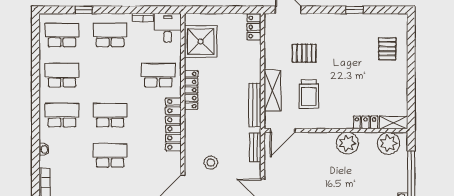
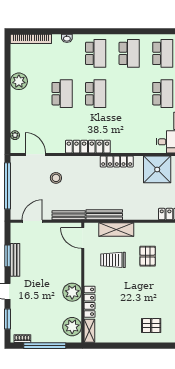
school desk: (158, 75) -> (129, 134), removed
locker: (366, 122) -> (90, 302), width x1.53
bench: (255, 147) -> (69, 215), width x1.36

